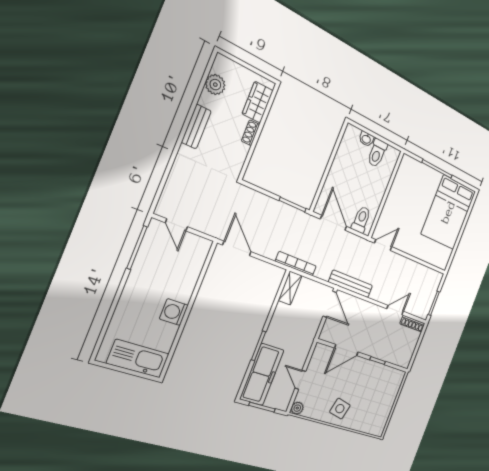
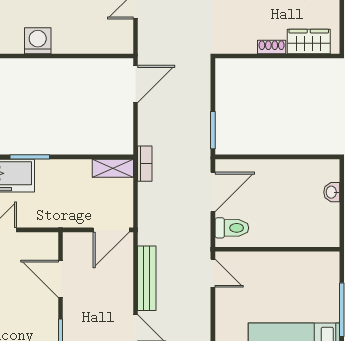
toilet: (377, 153) -> (322, 214), removed
bookcase: (296, 264) -> (145, 164), width x0.64
bench: (351, 284) -> (147, 278), moved

